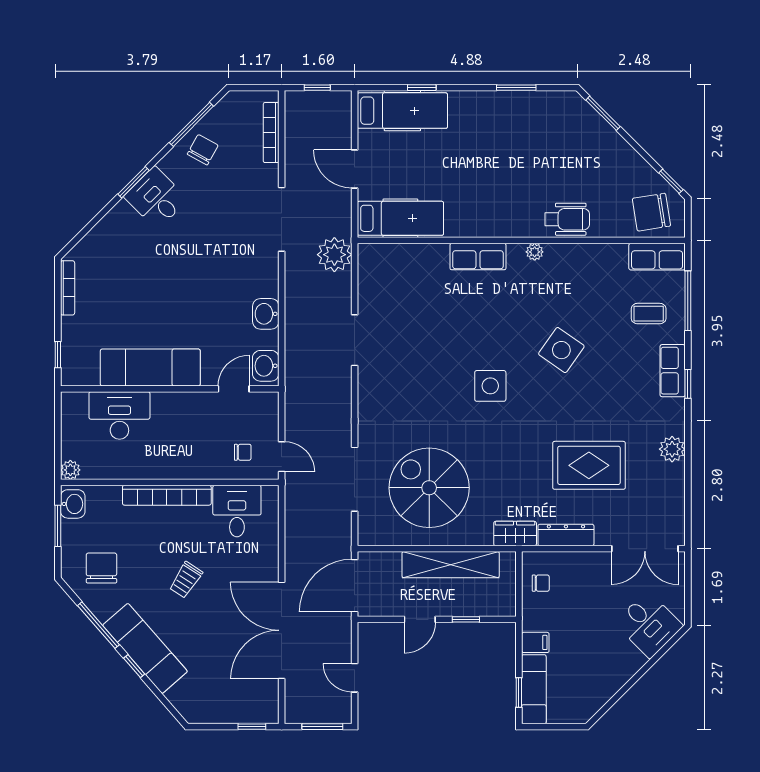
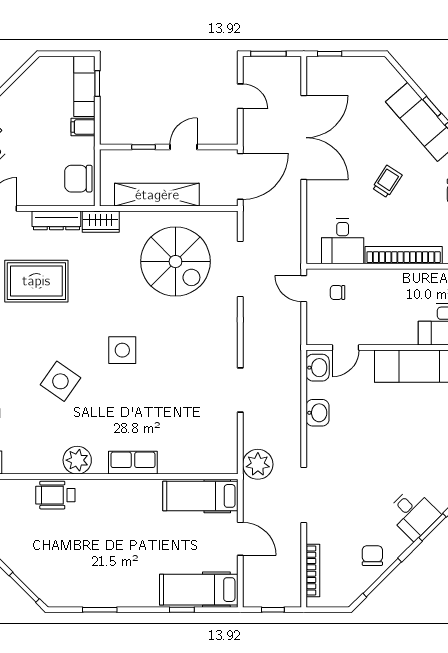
chair: (203, 150) -> (372, 556), turned 151
plant: (535, 252) -> (77, 460), width x1.88, depth x1.88
chair: (541, 583) -> (78, 179), width x1.87, depth x1.87

